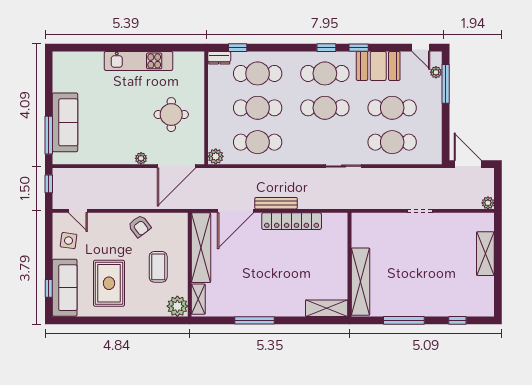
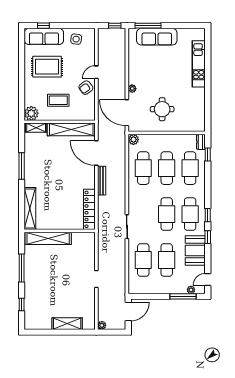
kitchen unit: (139, 61) -> (199, 64), moved
door: (78, 211) -> (96, 72), moved
locker: (292, 221) -> (89, 209), moved
shelving: (327, 308) -> (30, 209), width x1.47

